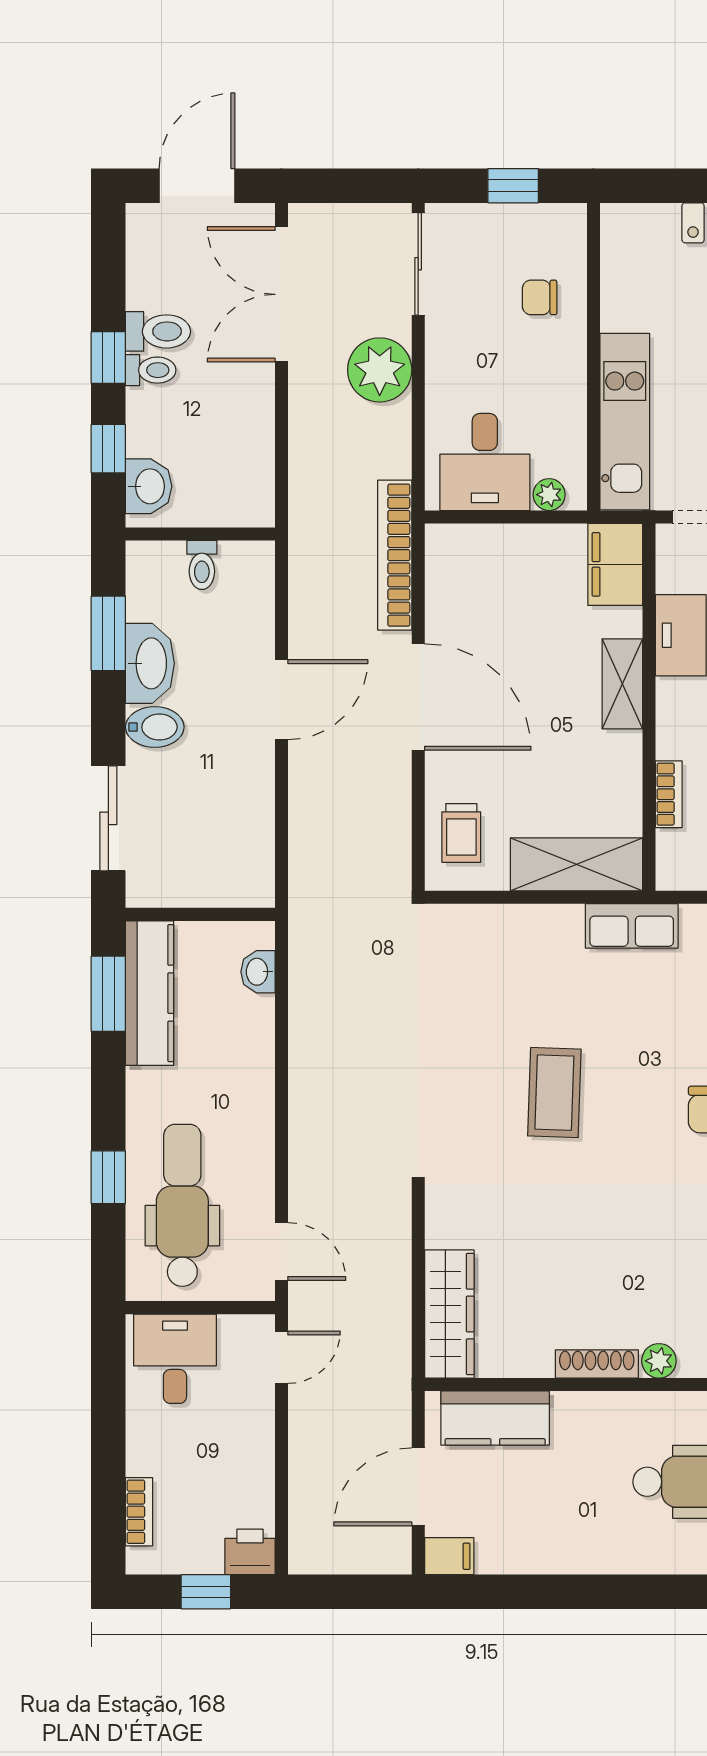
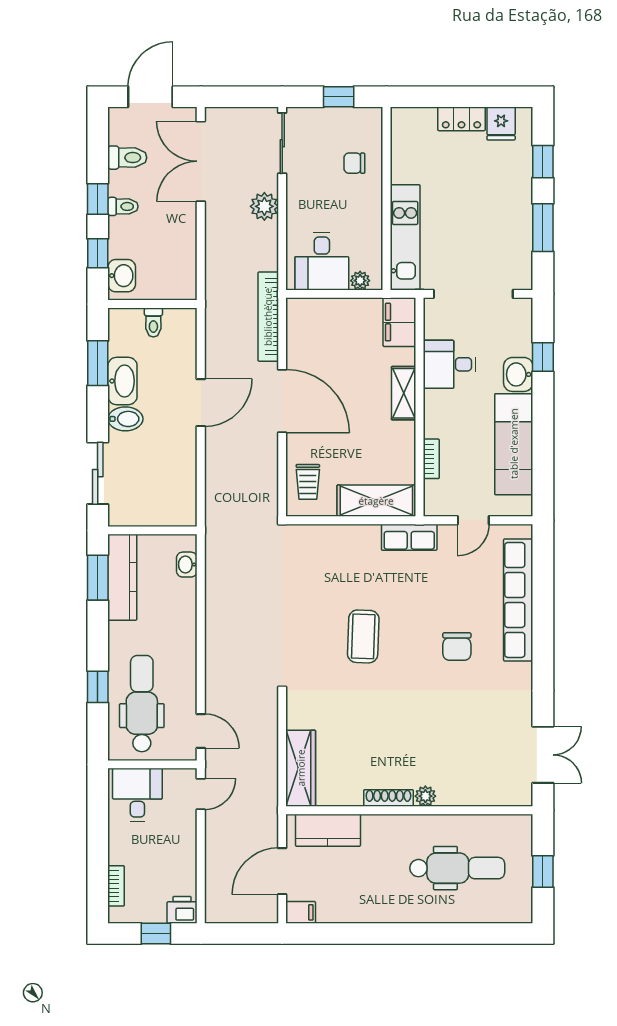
toilet: (158, 331) -> (127, 158), moved
plant: (380, 370) -> (264, 206), width x0.73, depth x0.73

